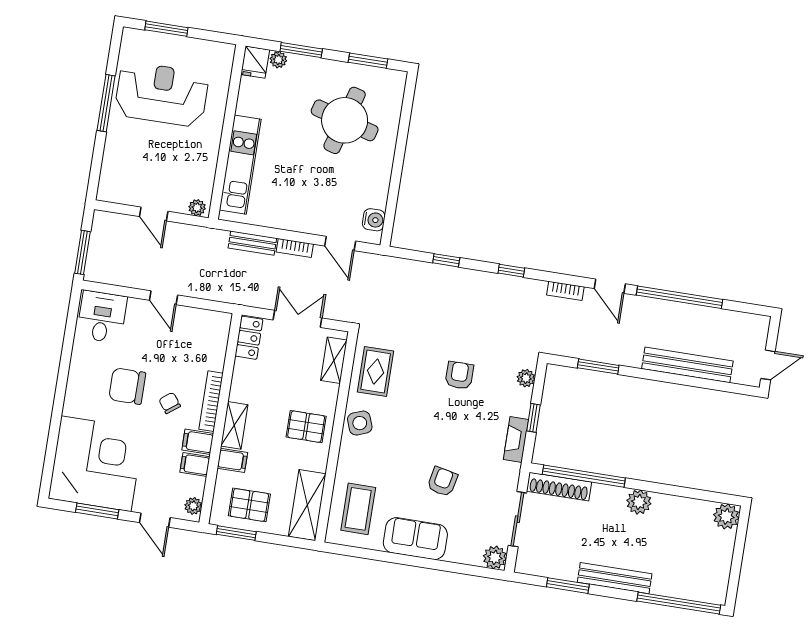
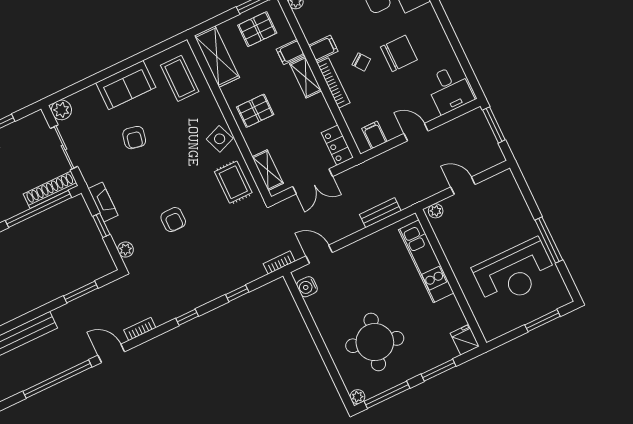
plant: (278, 60) -> (357, 397), moved
window: (368, 61) -> (387, 395), width x1.44
bookcase: (295, 248) -> (279, 262), moved
filing cabinet: (195, 464) -> (374, 135), moved, turned -90

